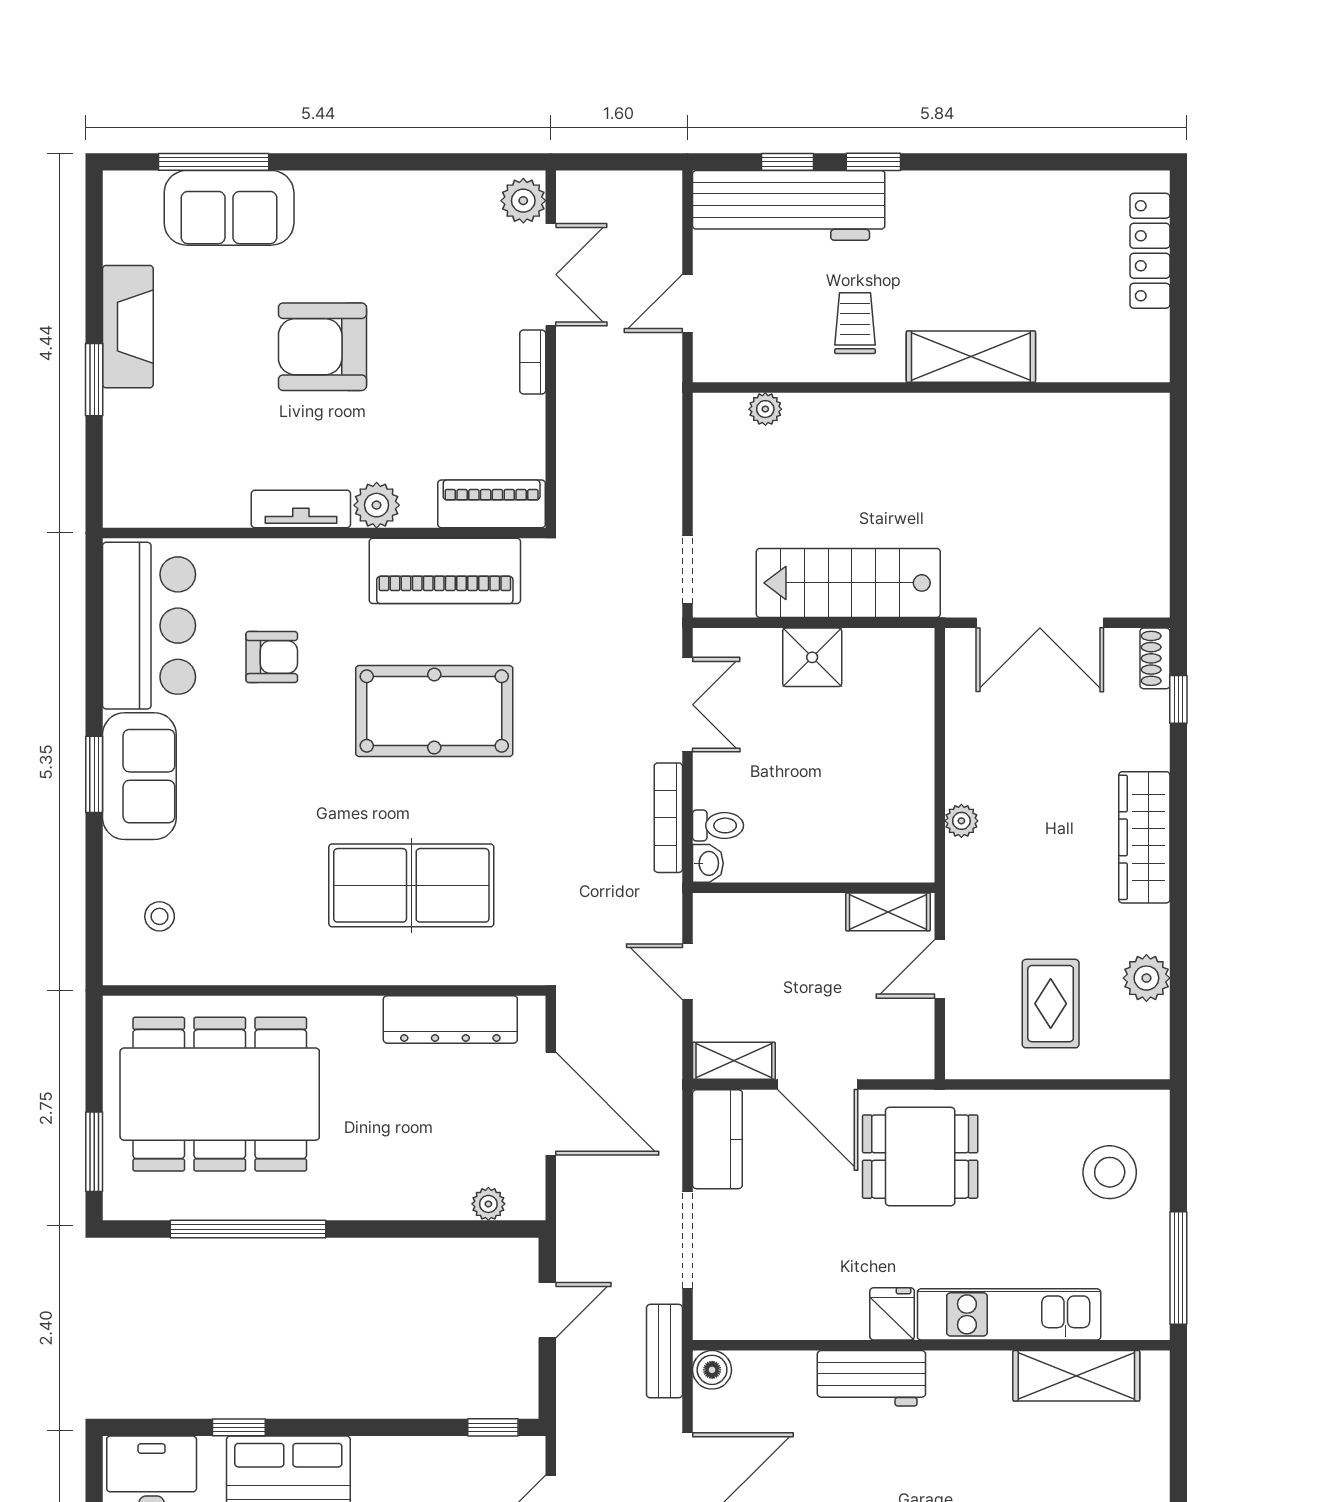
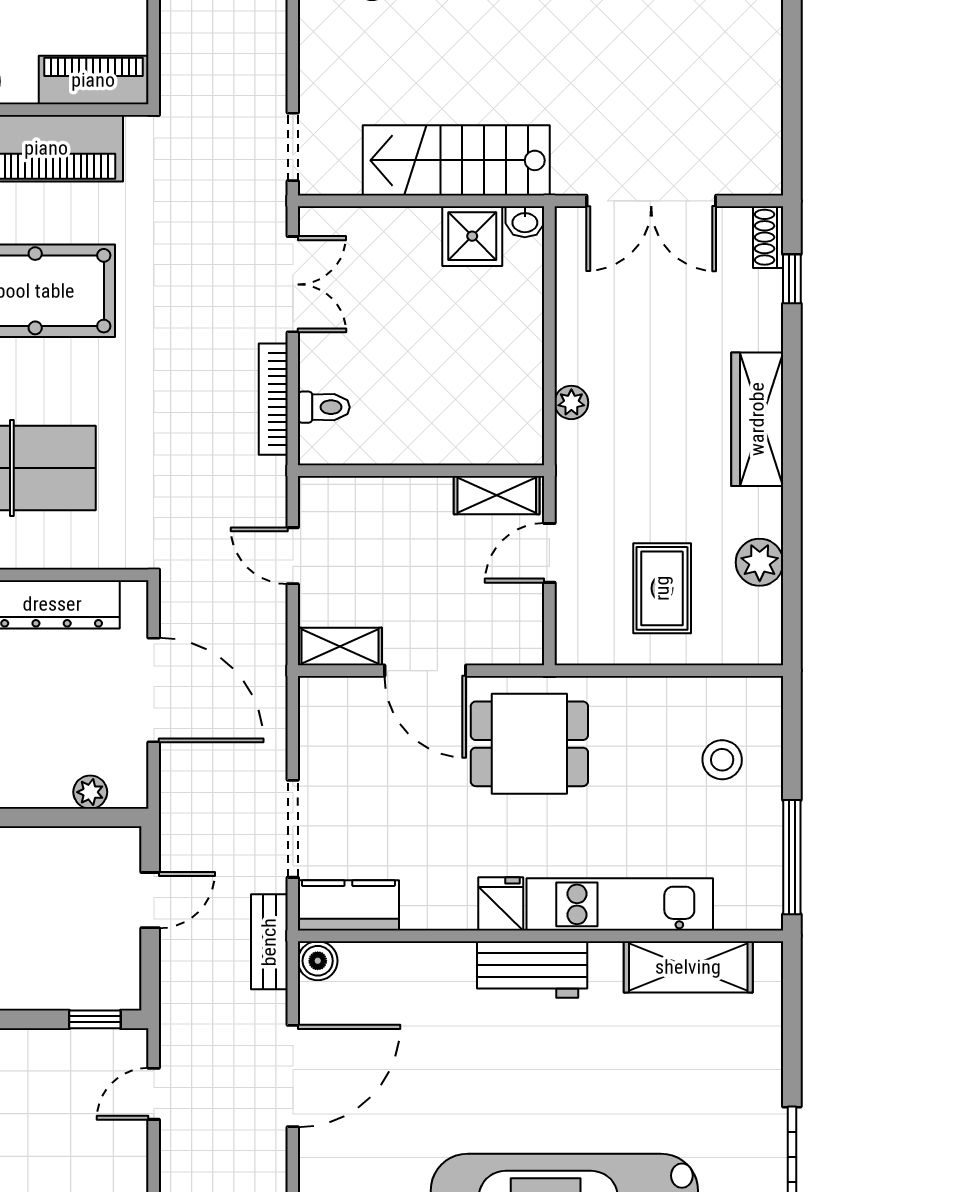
shower: (812, 657) -> (472, 236), moved
washbasin: (708, 863) -> (525, 222), moved, turned 90
kitchen counter: (717, 1139) -> (348, 905), moved, turned -90
stool: (1110, 1172) -> (722, 760), width x0.73, depth x0.73
workbench: (871, 1378) -> (532, 969), moved

